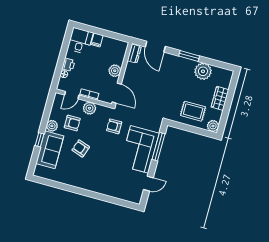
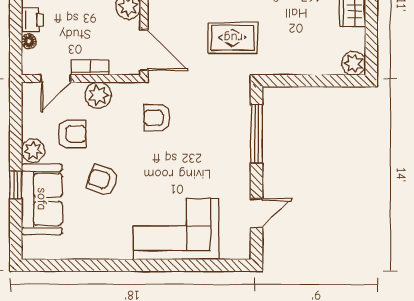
rug: (193, 111) -> (233, 38), moved
corner sofa: (140, 149) -> (176, 229), moved, turned 90

